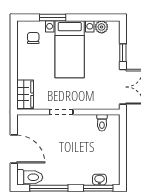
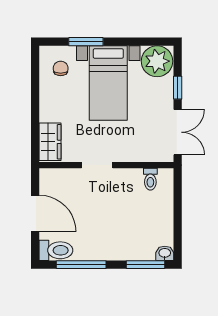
plant: (102, 27) -> (157, 61), width x1.88, depth x1.88
washbasin: (99, 180) -> (165, 253), moved

